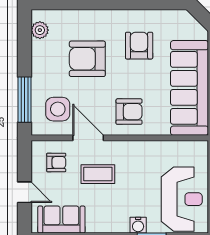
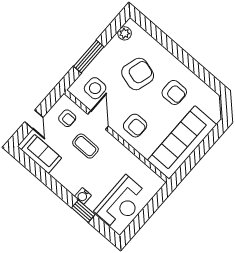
armchair: (139, 46) -> (174, 92), turned 90
armchair: (87, 59) -> (138, 74), turned 106
window: (24, 100) -> (89, 56), moved

